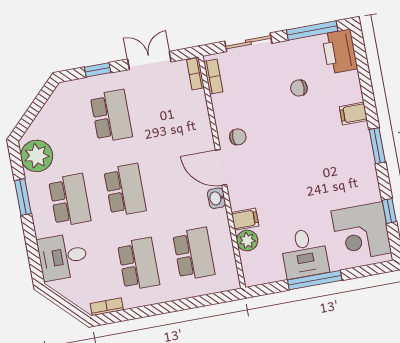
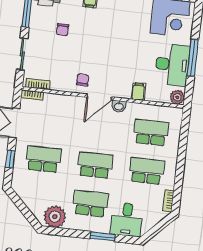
window: (23, 197) -> (103, 237), moved
plant: (247, 240) -> (177, 97), moved
desk: (304, 253) -> (172, 65), width x1.37

